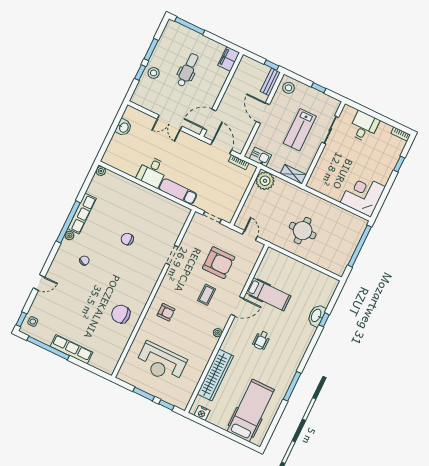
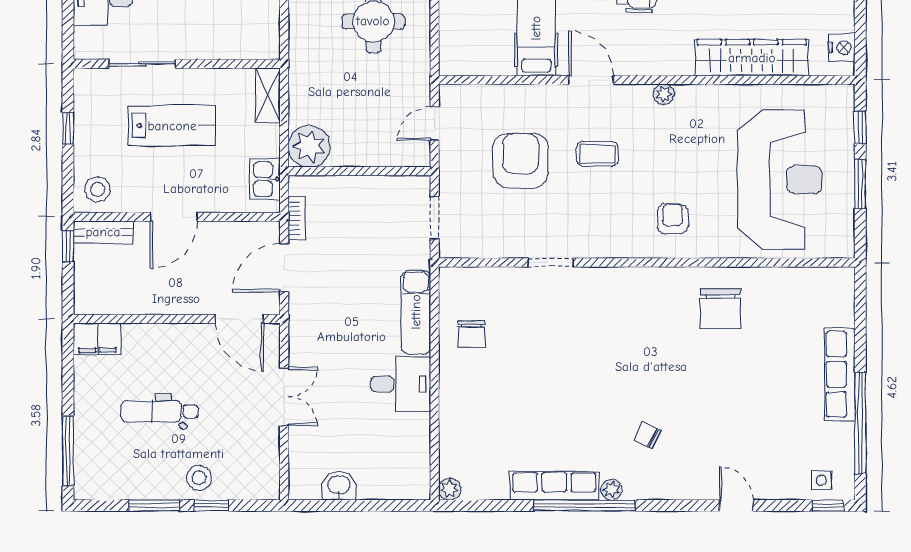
chair: (127, 239) -> (471, 334), moved
reception desk: (161, 363) -> (780, 180), width x1.36, depth x1.30

